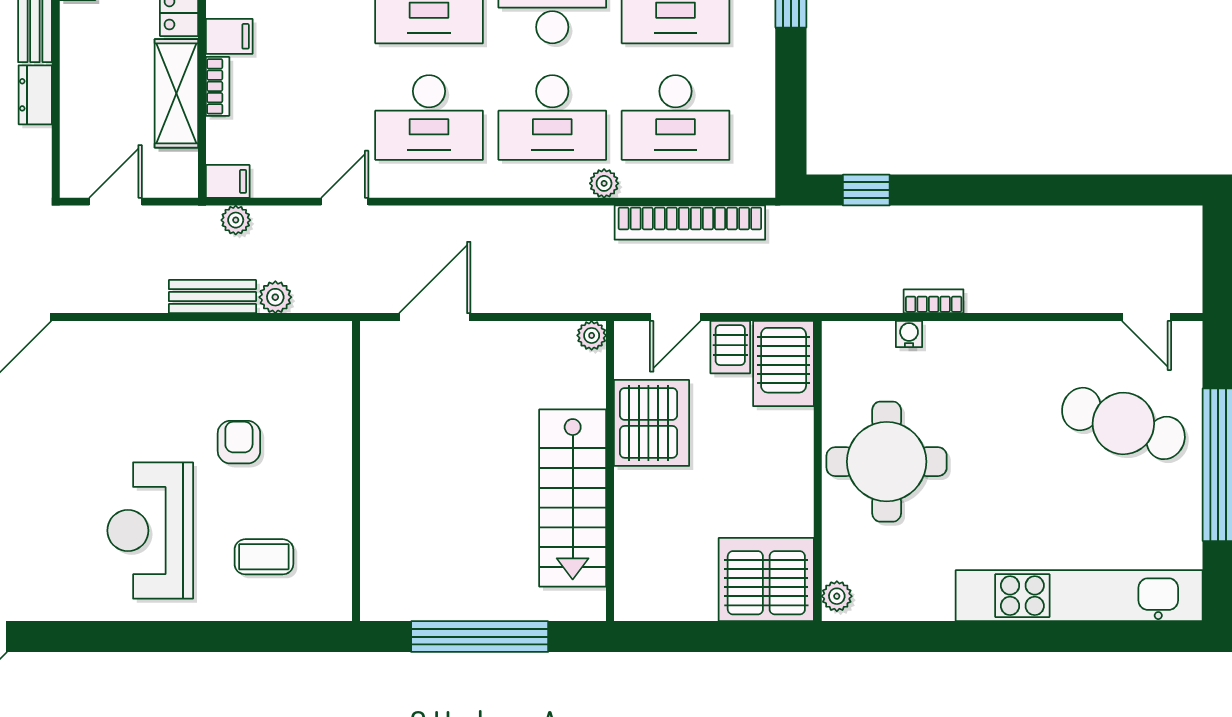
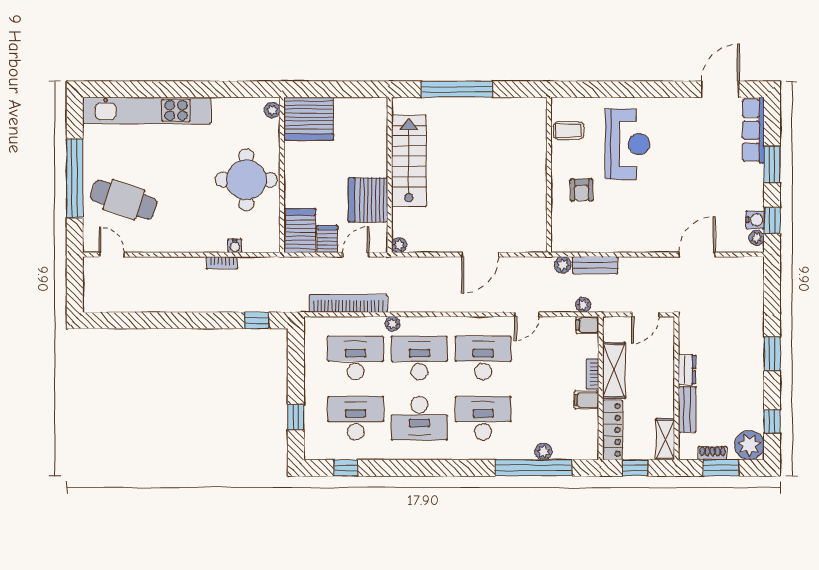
wall: (356, 471) -> (549, 175), moved

